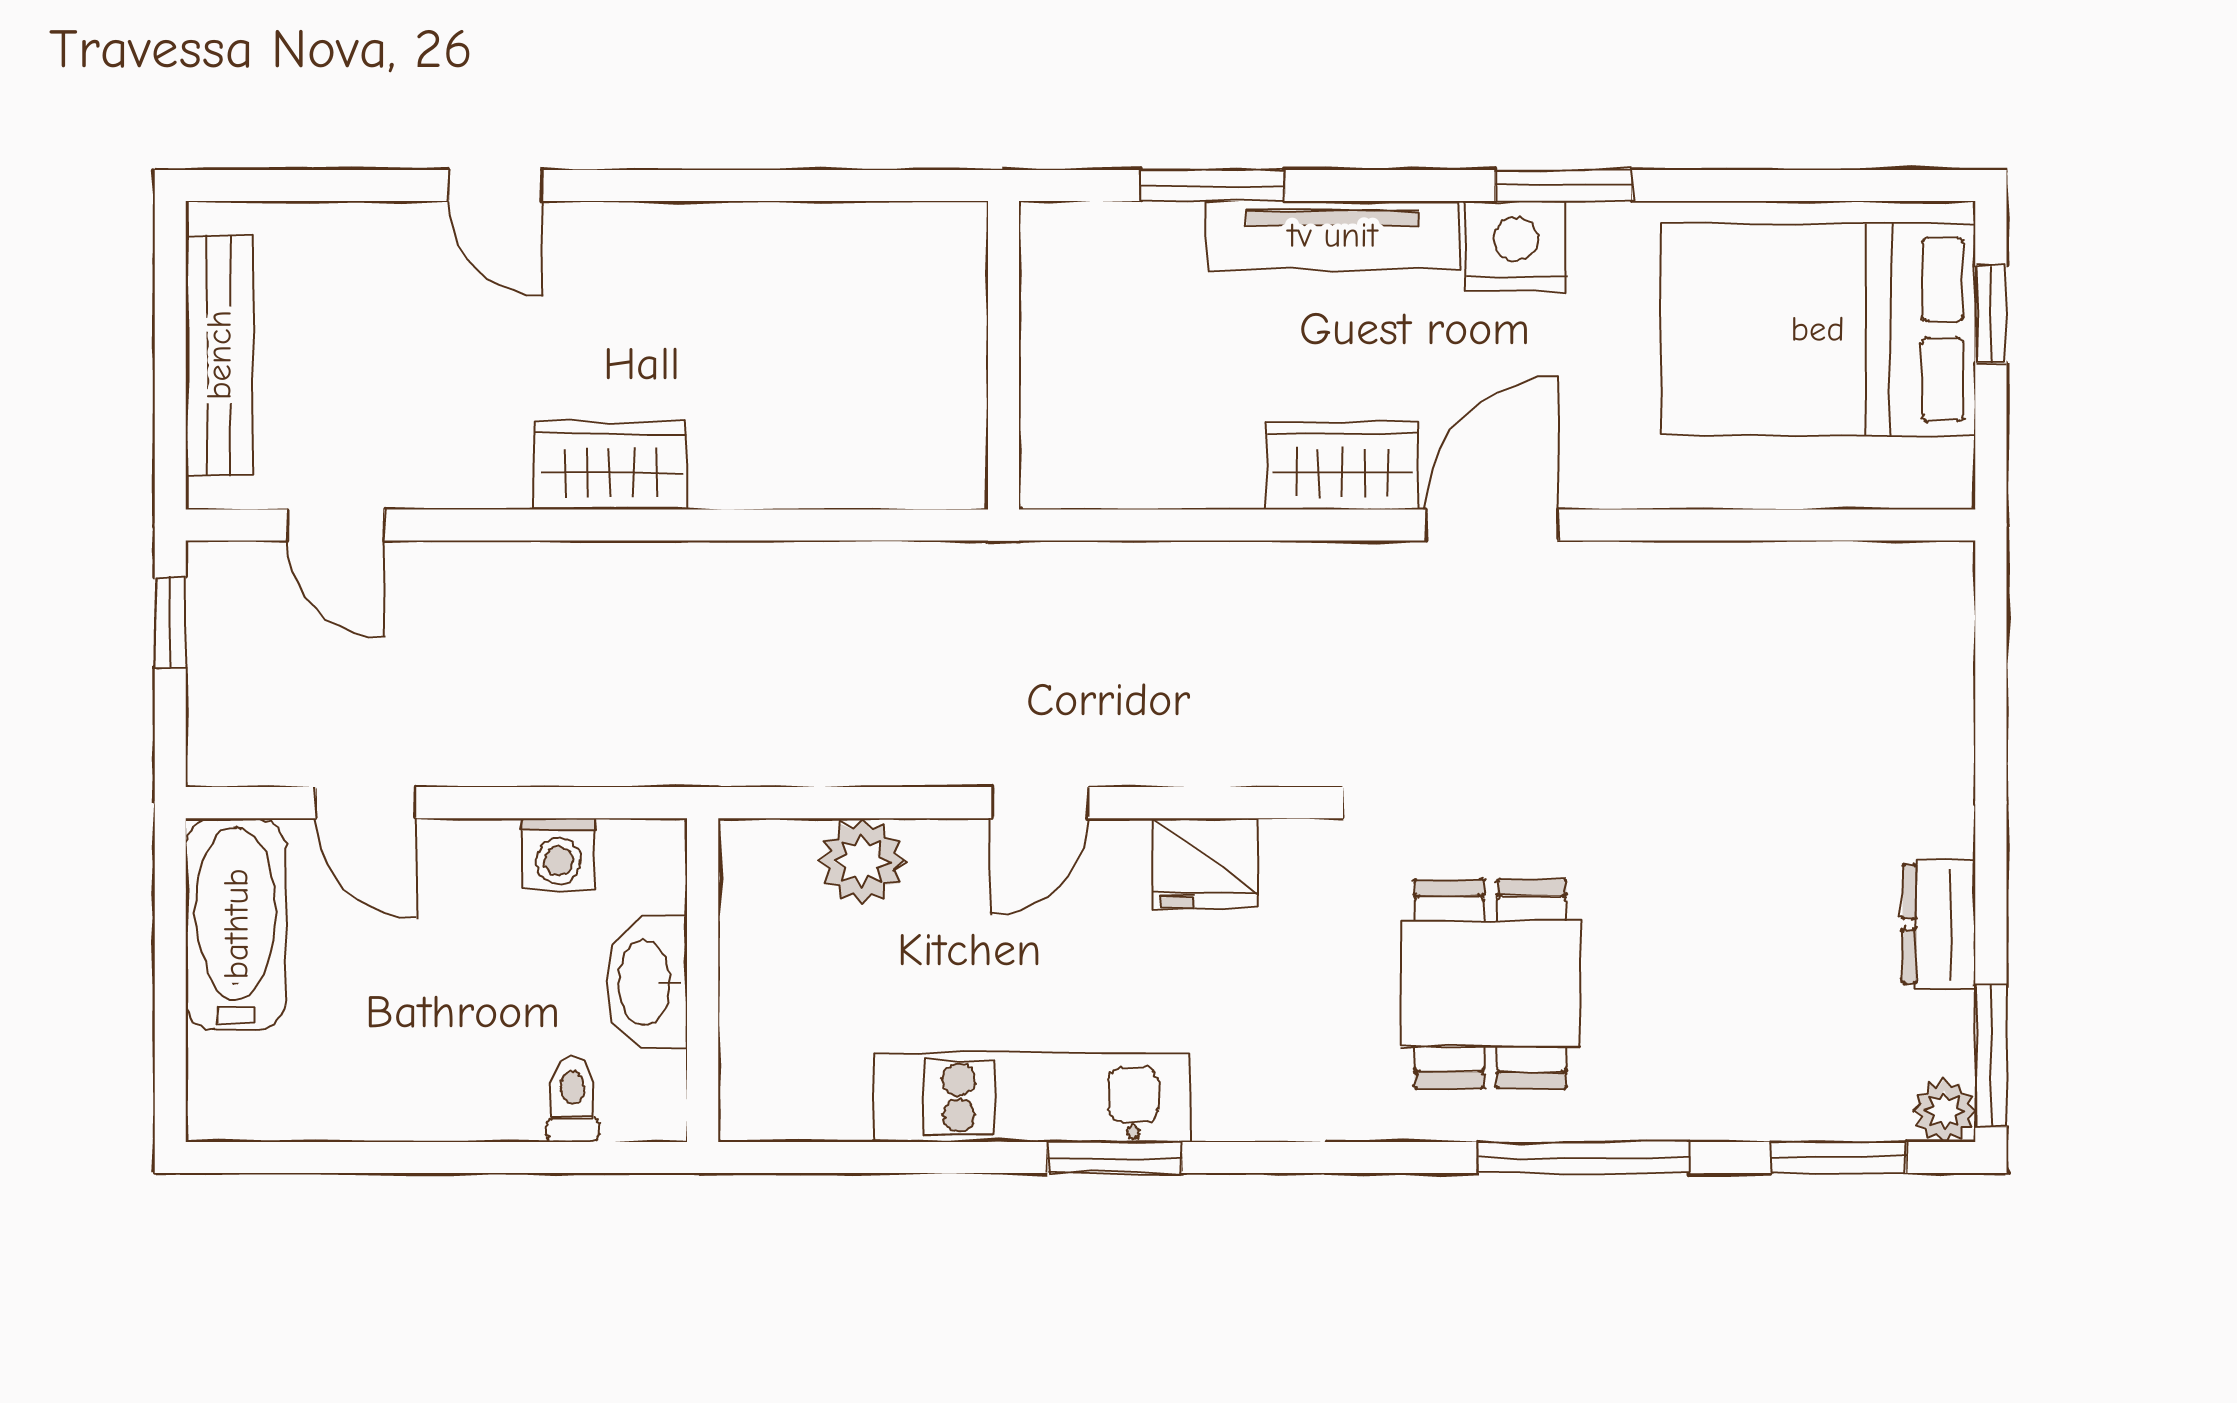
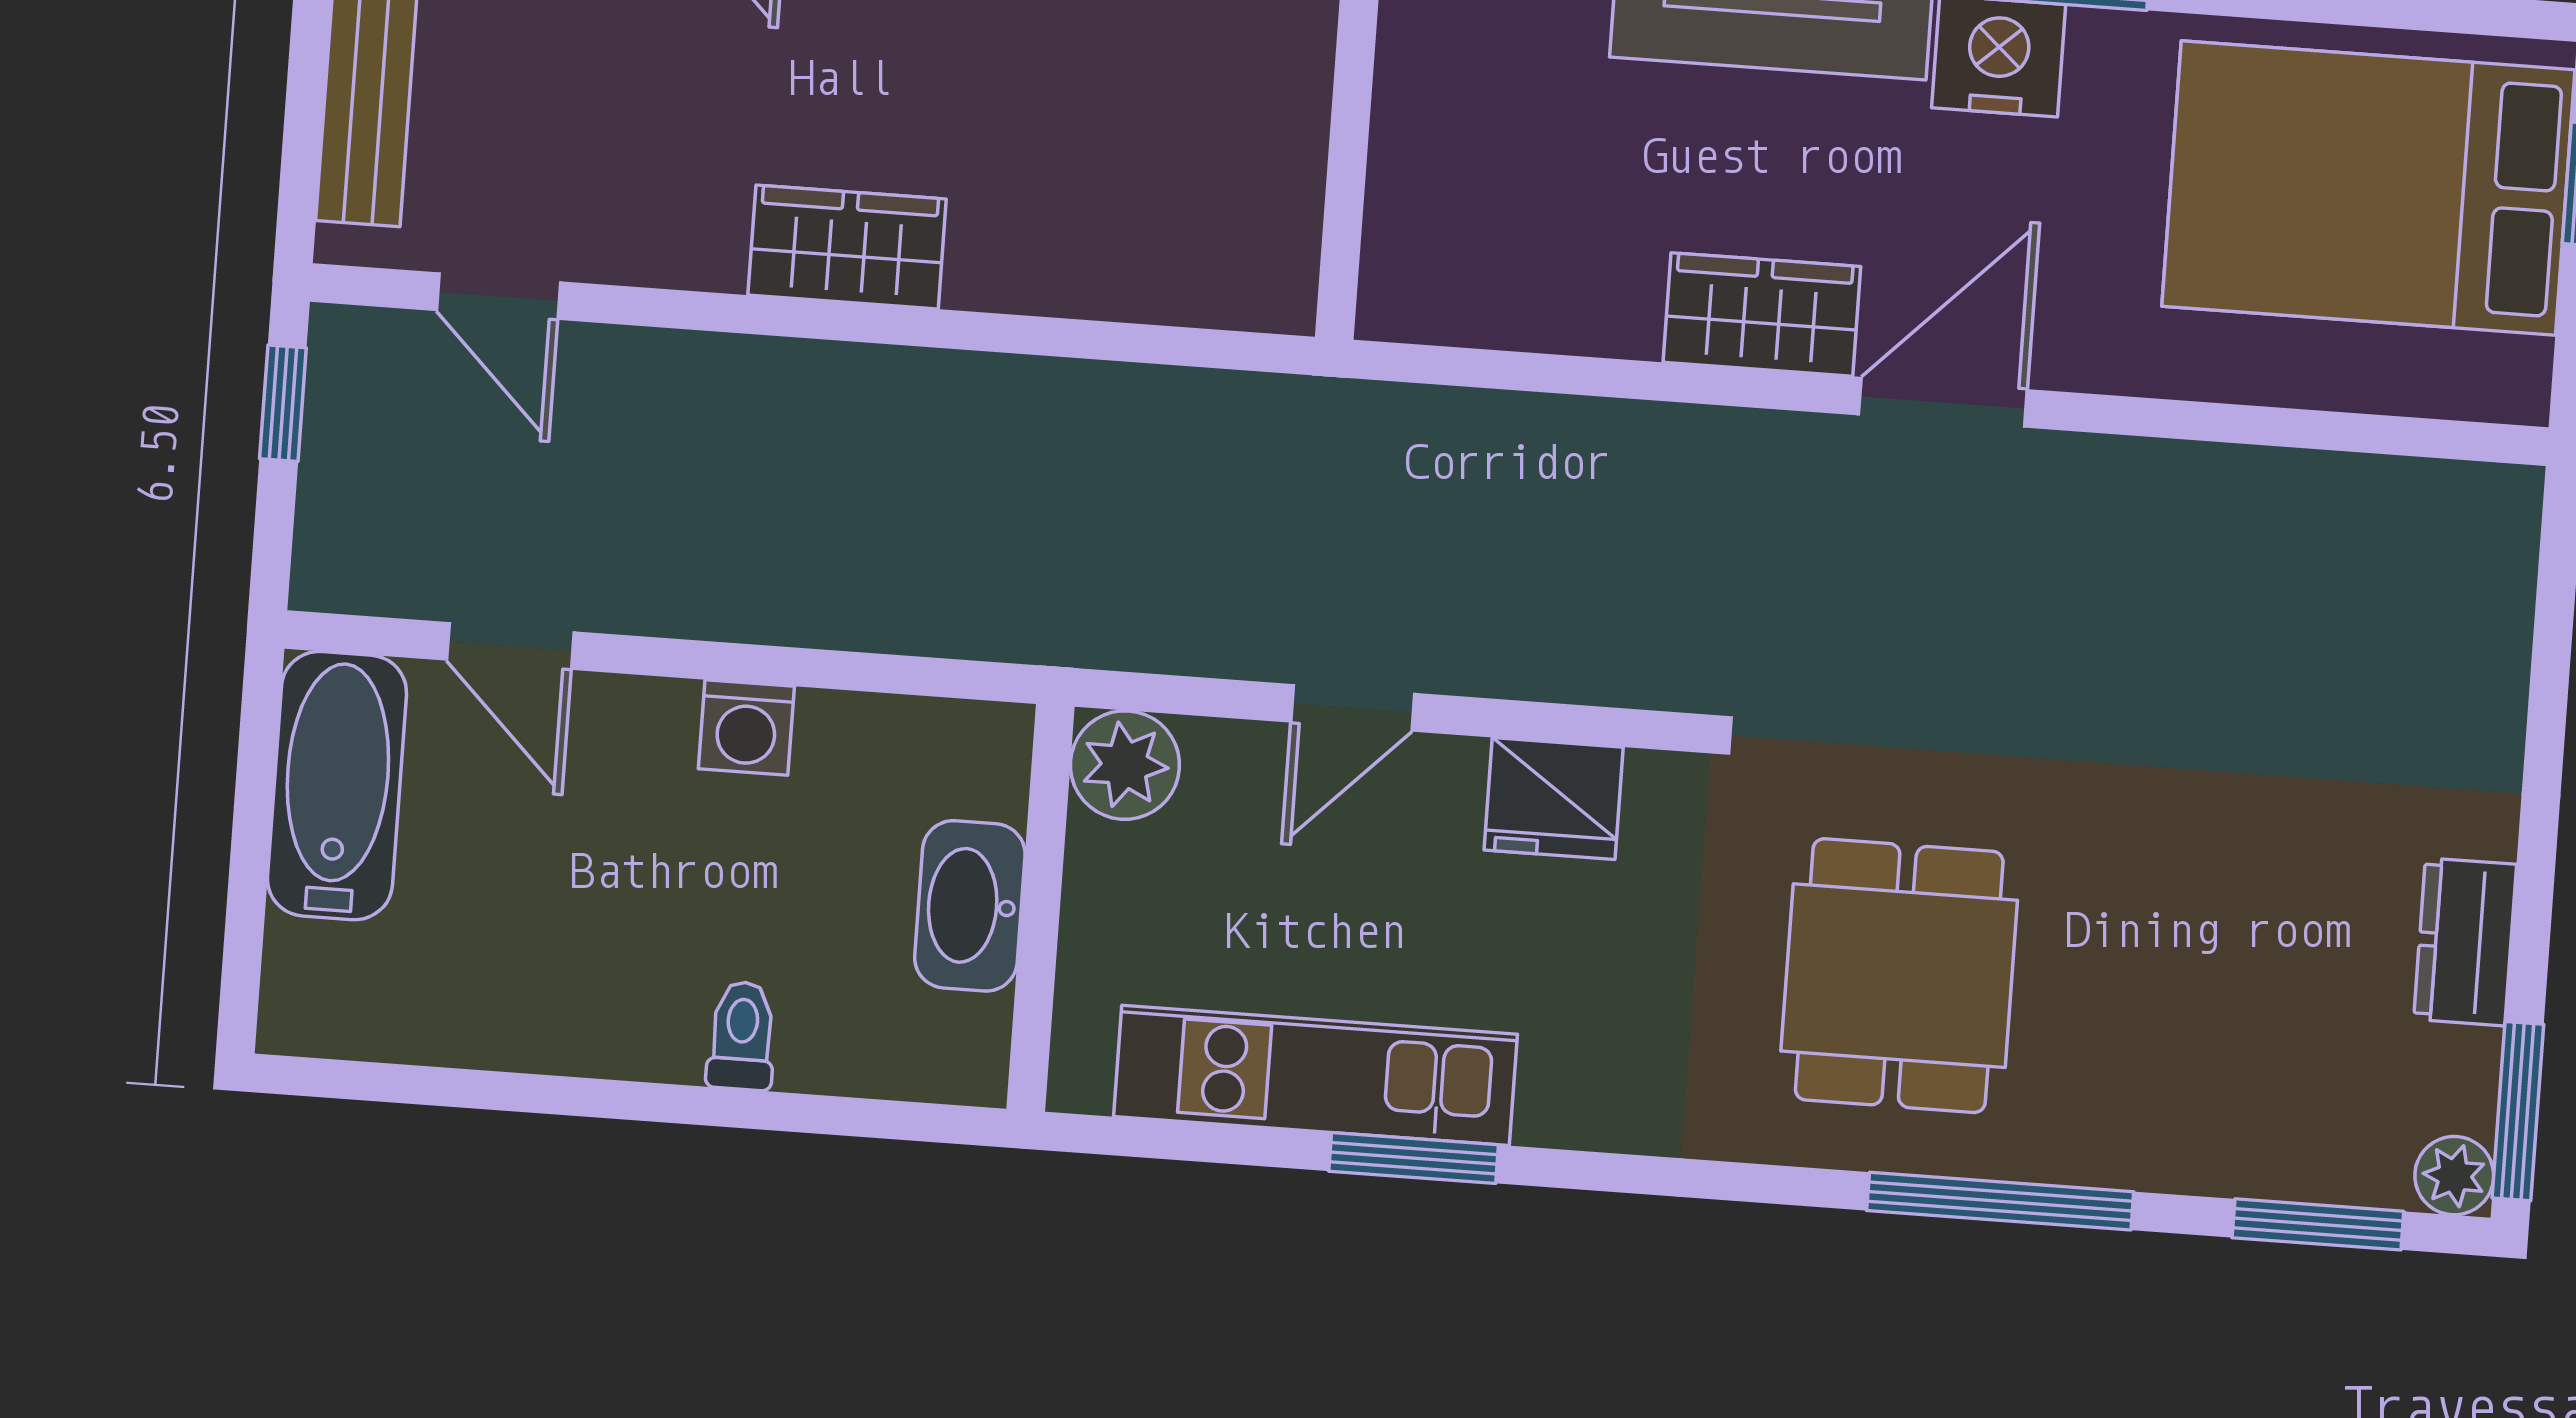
wall: (703, 980) -> (1040, 908), moved
washbasin: (646, 983) -> (970, 906), moved

